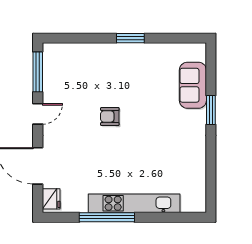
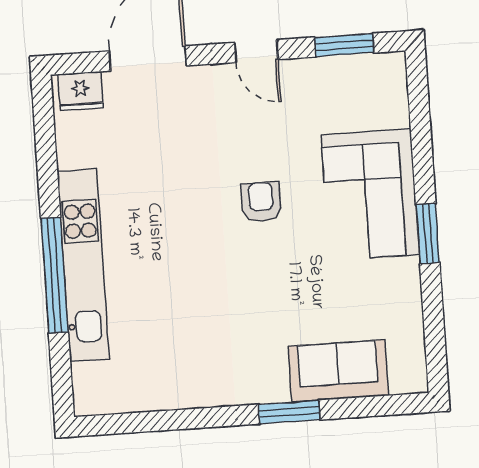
corner sofa: (110, 64) -> (370, 195), added
window: (38, 72) -> (344, 45), width x0.69
window: (107, 217) -> (55, 275), moved

